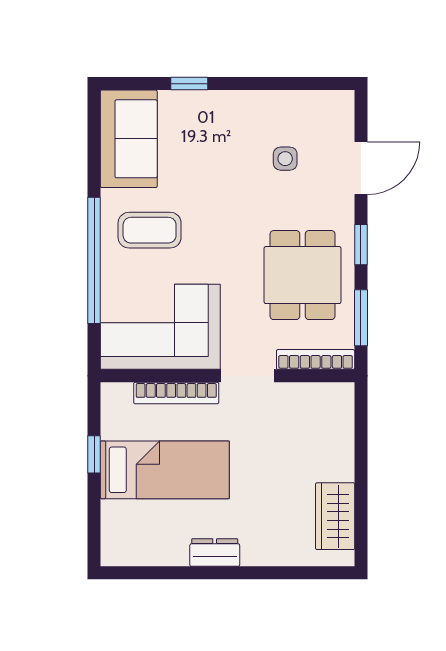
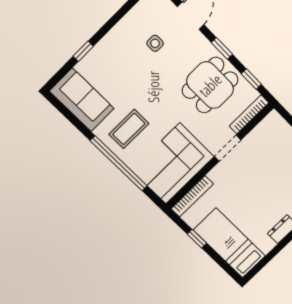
dining table: (303, 275) -> (210, 85), turned 90
window: (361, 318) -> (251, 79), width x0.67
bookcase: (176, 393) -> (192, 196), moved
bed: (165, 470) -> (229, 243), moved, turned -90

